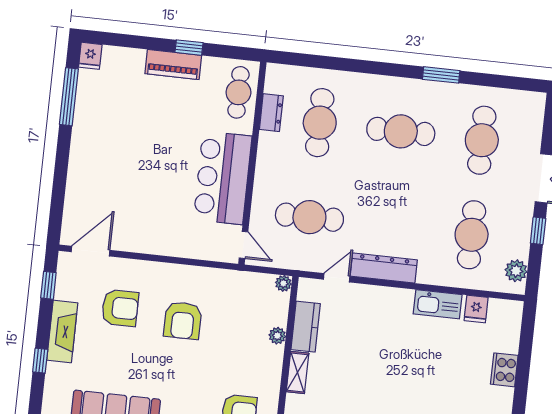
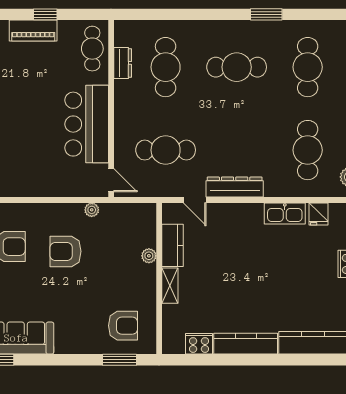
door: (337, 278) -> (195, 200), swing flipped
plant: (283, 283) -> (92, 210), moved
armchair: (183, 320) -> (65, 251), turned 90

